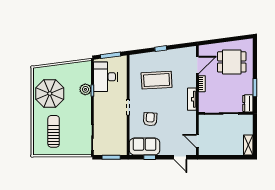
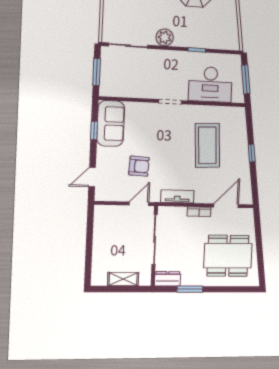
dining table: (232, 62) -> (228, 256), width x1.38
door: (197, 65) -> (226, 206), swing flipped
desk: (105, 77) -> (210, 84), moved, turned 180
plant: (85, 89) -> (165, 37), moved
armchair: (150, 119) -> (139, 166), moved
door: (197, 141) -> (139, 204), moved
shelving: (248, 145) -> (123, 279), moved

